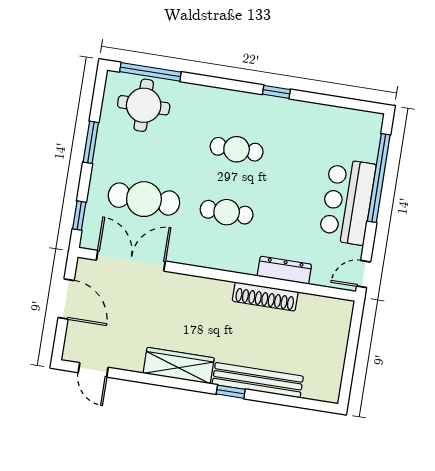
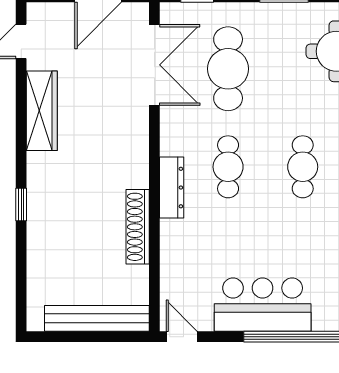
dresser: (284, 270) -> (172, 188), moved
wardrobe: (179, 366) -> (42, 111), moved
bench: (258, 380) -> (97, 318), moved, turned 90

